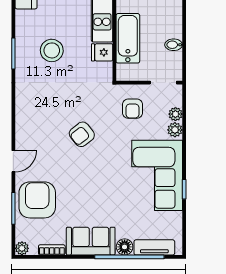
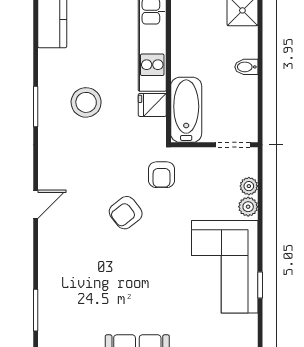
bathtub: (128, 38) -> (186, 110), moved
bidet: (174, 45) -> (246, 67), moved
armchair: (132, 109) -> (161, 175), moved
door: (13, 161) -> (36, 204), moved
armchair: (37, 200) -> (67, 299), removed

